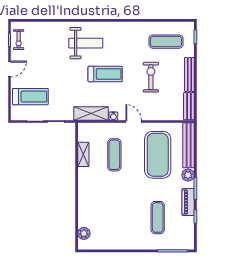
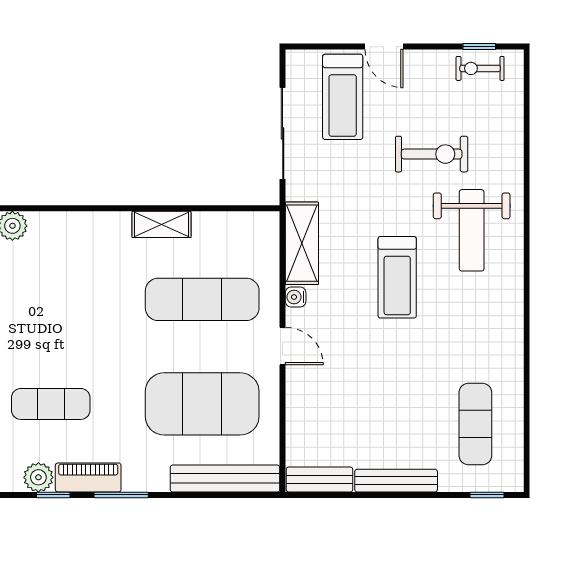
door: (10, 69) -> (384, 47), moved
exercise bike: (151, 77) -> (432, 154), moved
door: (134, 121) -> (283, 346), hinge flipped
shelving: (83, 154) -> (162, 224), moved
exercise mat: (114, 155) -> (202, 299), width x1.36, depth x1.45
plant: (188, 175) -> (38, 477), moved

